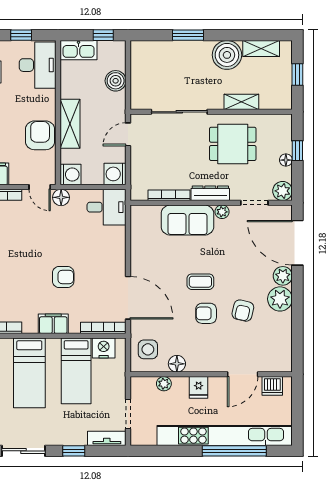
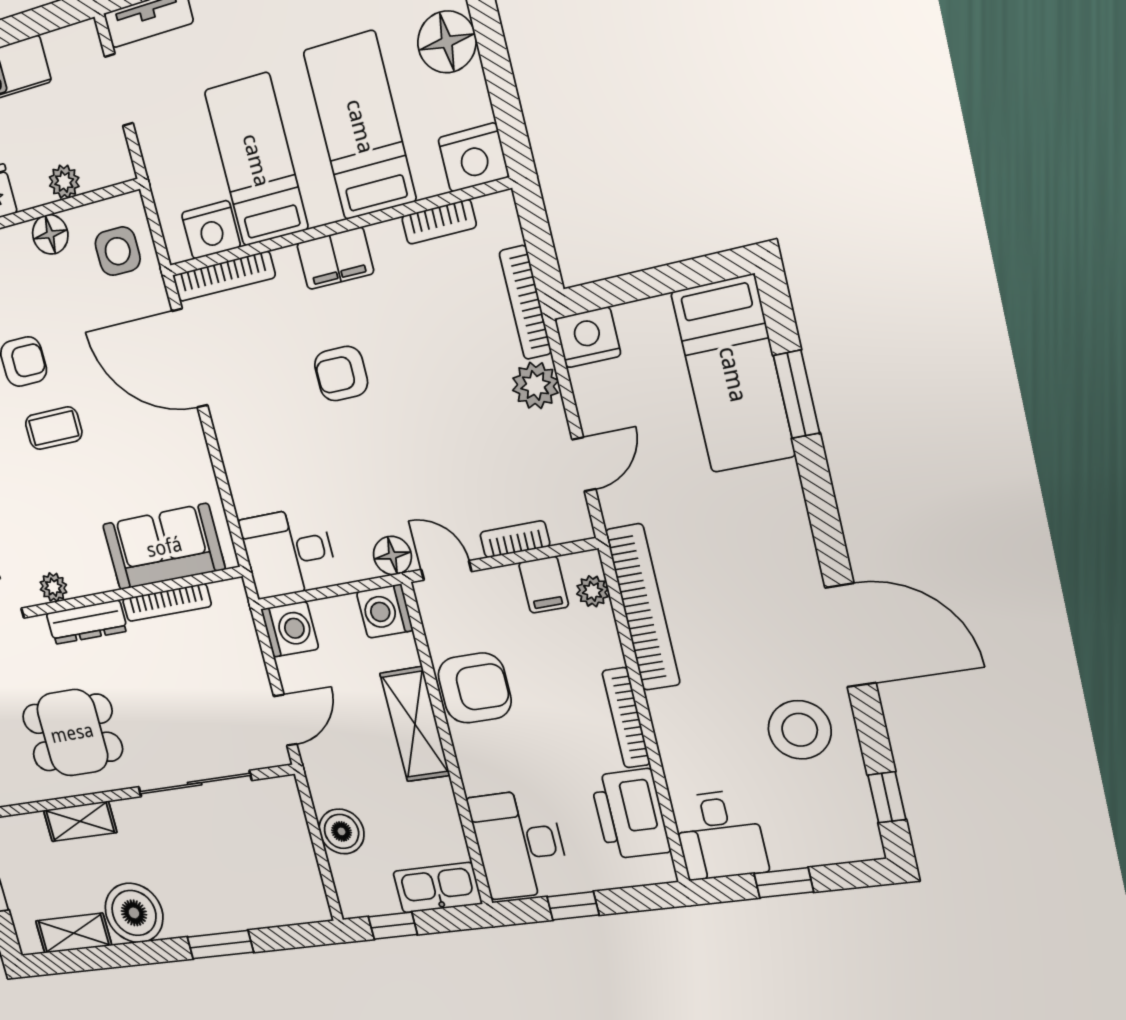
armchair: (40, 135) -> (475, 688), turned -90
sofa: (187, 220) -> (164, 547), moved

